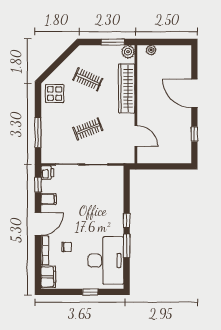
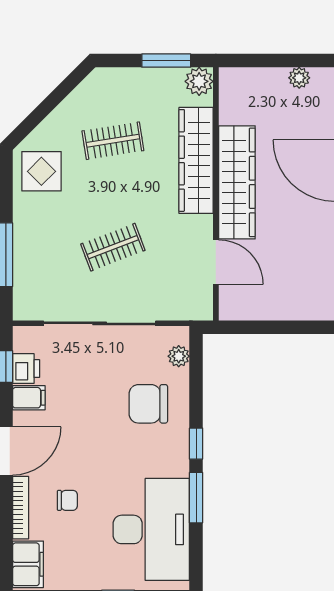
plant: (151, 50) -> (299, 78), moved
clothes rail: (88, 79) -> (113, 141), turned -33
wardrobe: (146, 99) -> (237, 182), added
printer: (47, 173) -> (26, 369), moved
plant: (119, 180) -> (179, 356), added
chair: (104, 202) -> (148, 404), added

